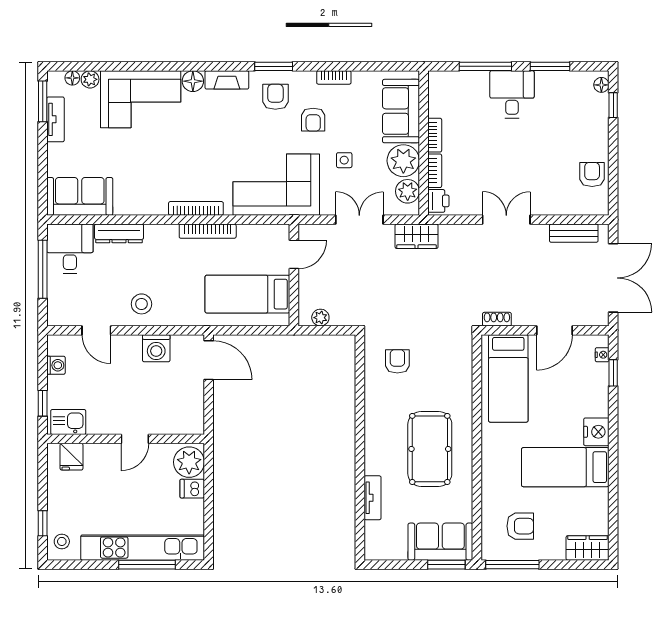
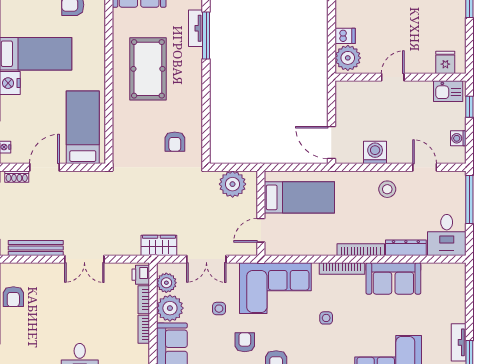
side table: (215, 149) -> (326, 318), added
sofa: (80, 196) -> (393, 278), moved
bookcase: (208, 231) -> (361, 250), moved
bench: (574, 233) -> (36, 248), width x1.36
window: (43, 269) -> (469, 199), moved
plant: (320, 318) -> (233, 184), width x1.88, depth x1.88
shoe rack: (497, 319) -> (17, 177), moved
window: (360, 489) -> (206, 35), added

